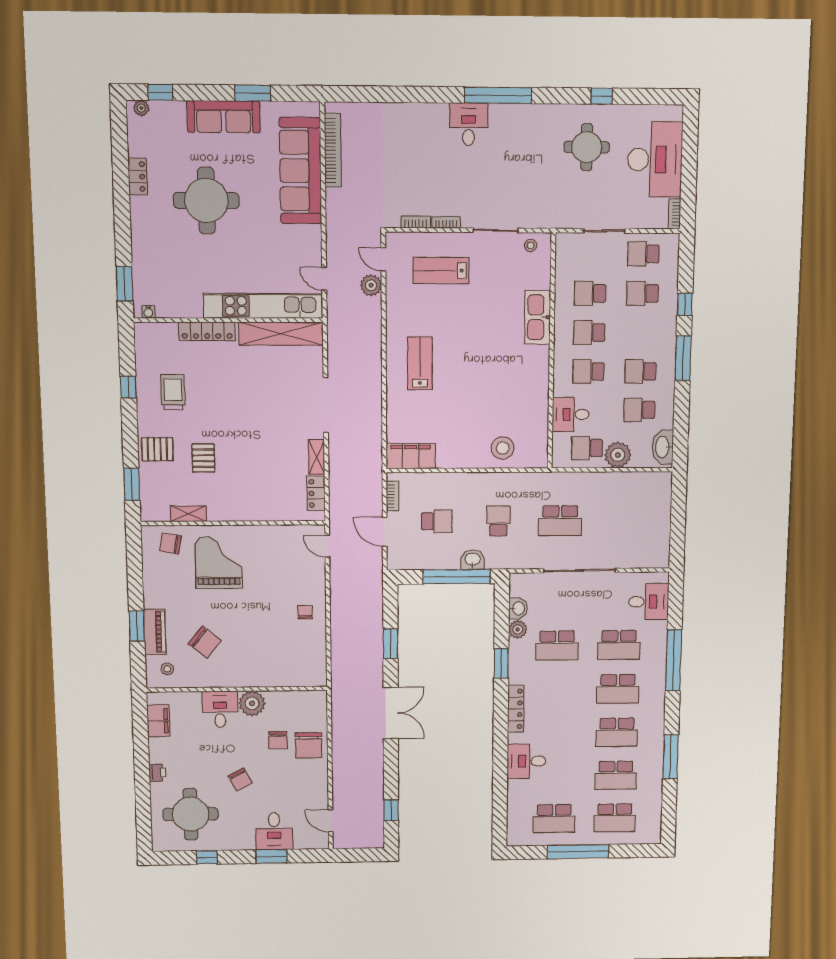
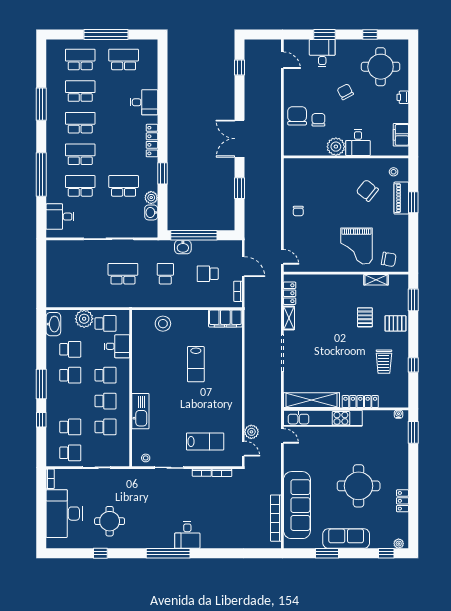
lab bench: (420, 363) -> (196, 364), moved
school desk: (498, 521) -> (165, 274), turned 180

